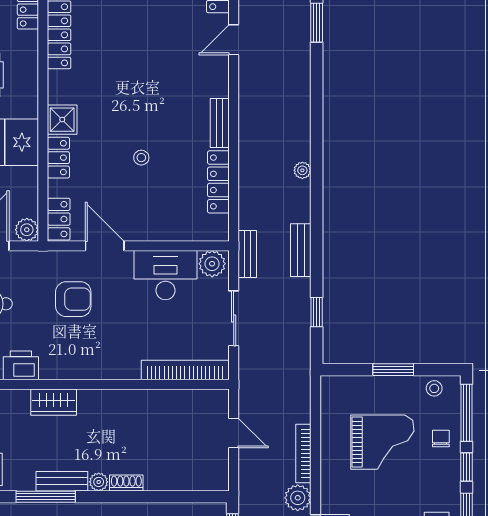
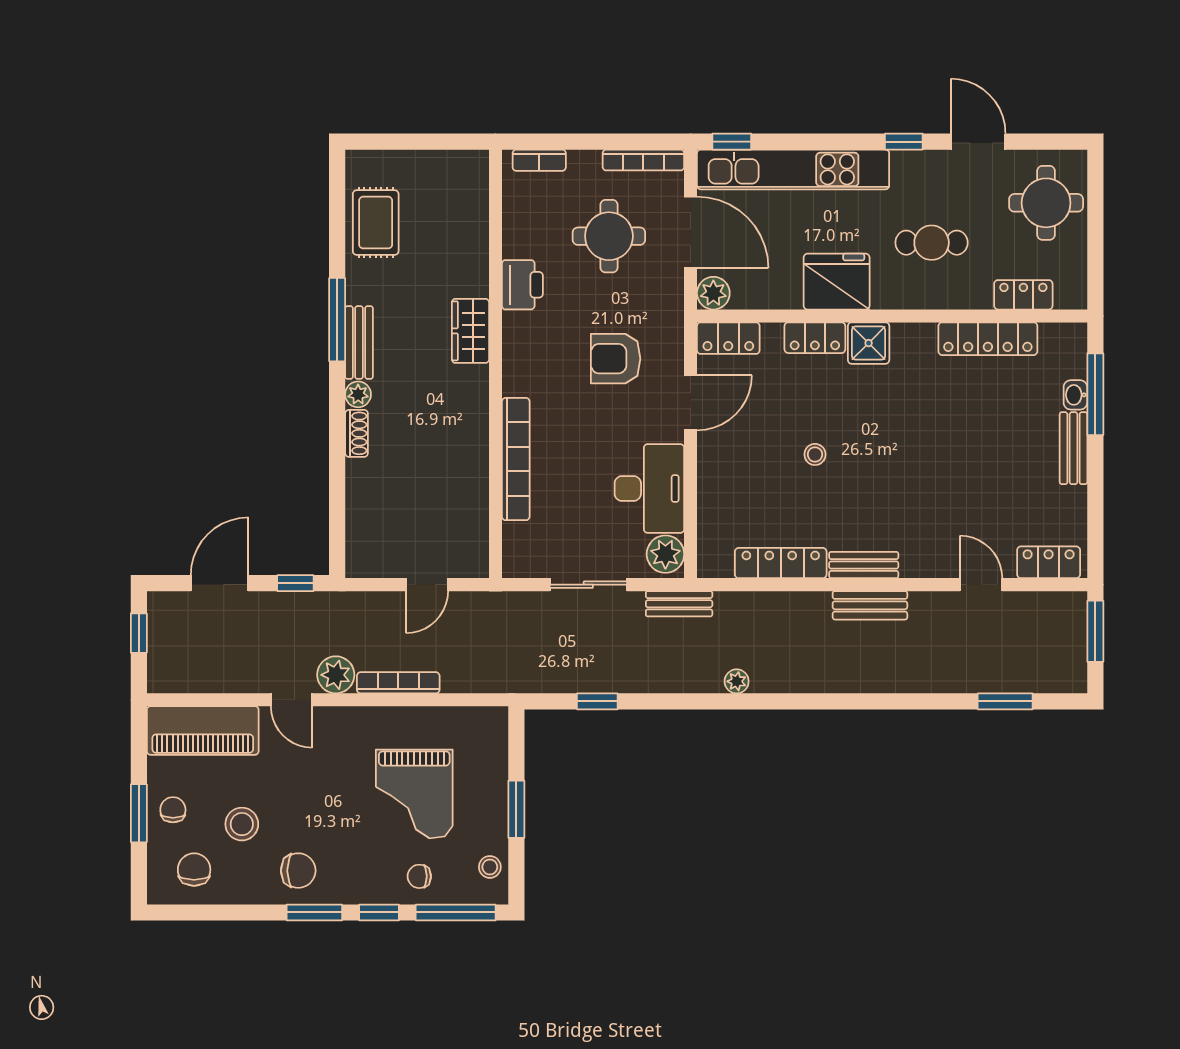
plant: (302, 170) -> (737, 681), moved
bench: (301, 250) -> (870, 605), moved
armchair: (73, 299) -> (616, 359), turned 90
bookcase: (185, 370) -> (516, 459), moved
chair: (441, 438) -> (419, 876), turned 180

